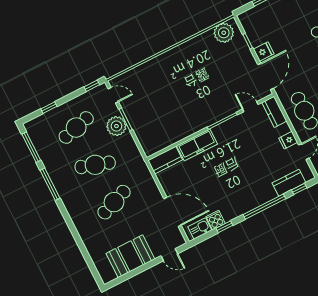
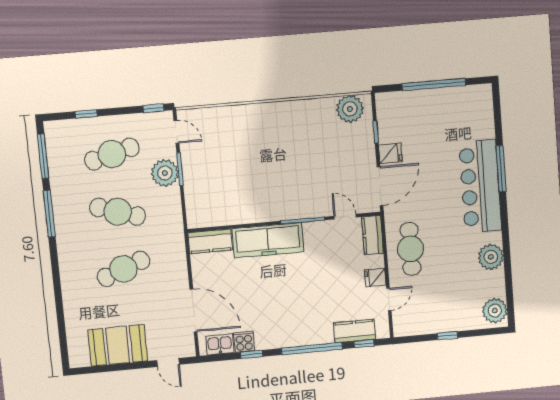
freezer: (197, 145) -> (268, 240), width x1.36, depth x1.26

